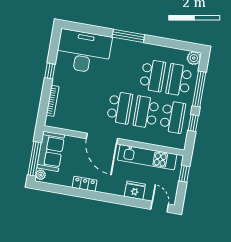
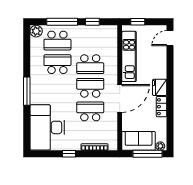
school desk: (173, 117) -> (90, 111), moved
fridge: (135, 190) -> (160, 87), moved

